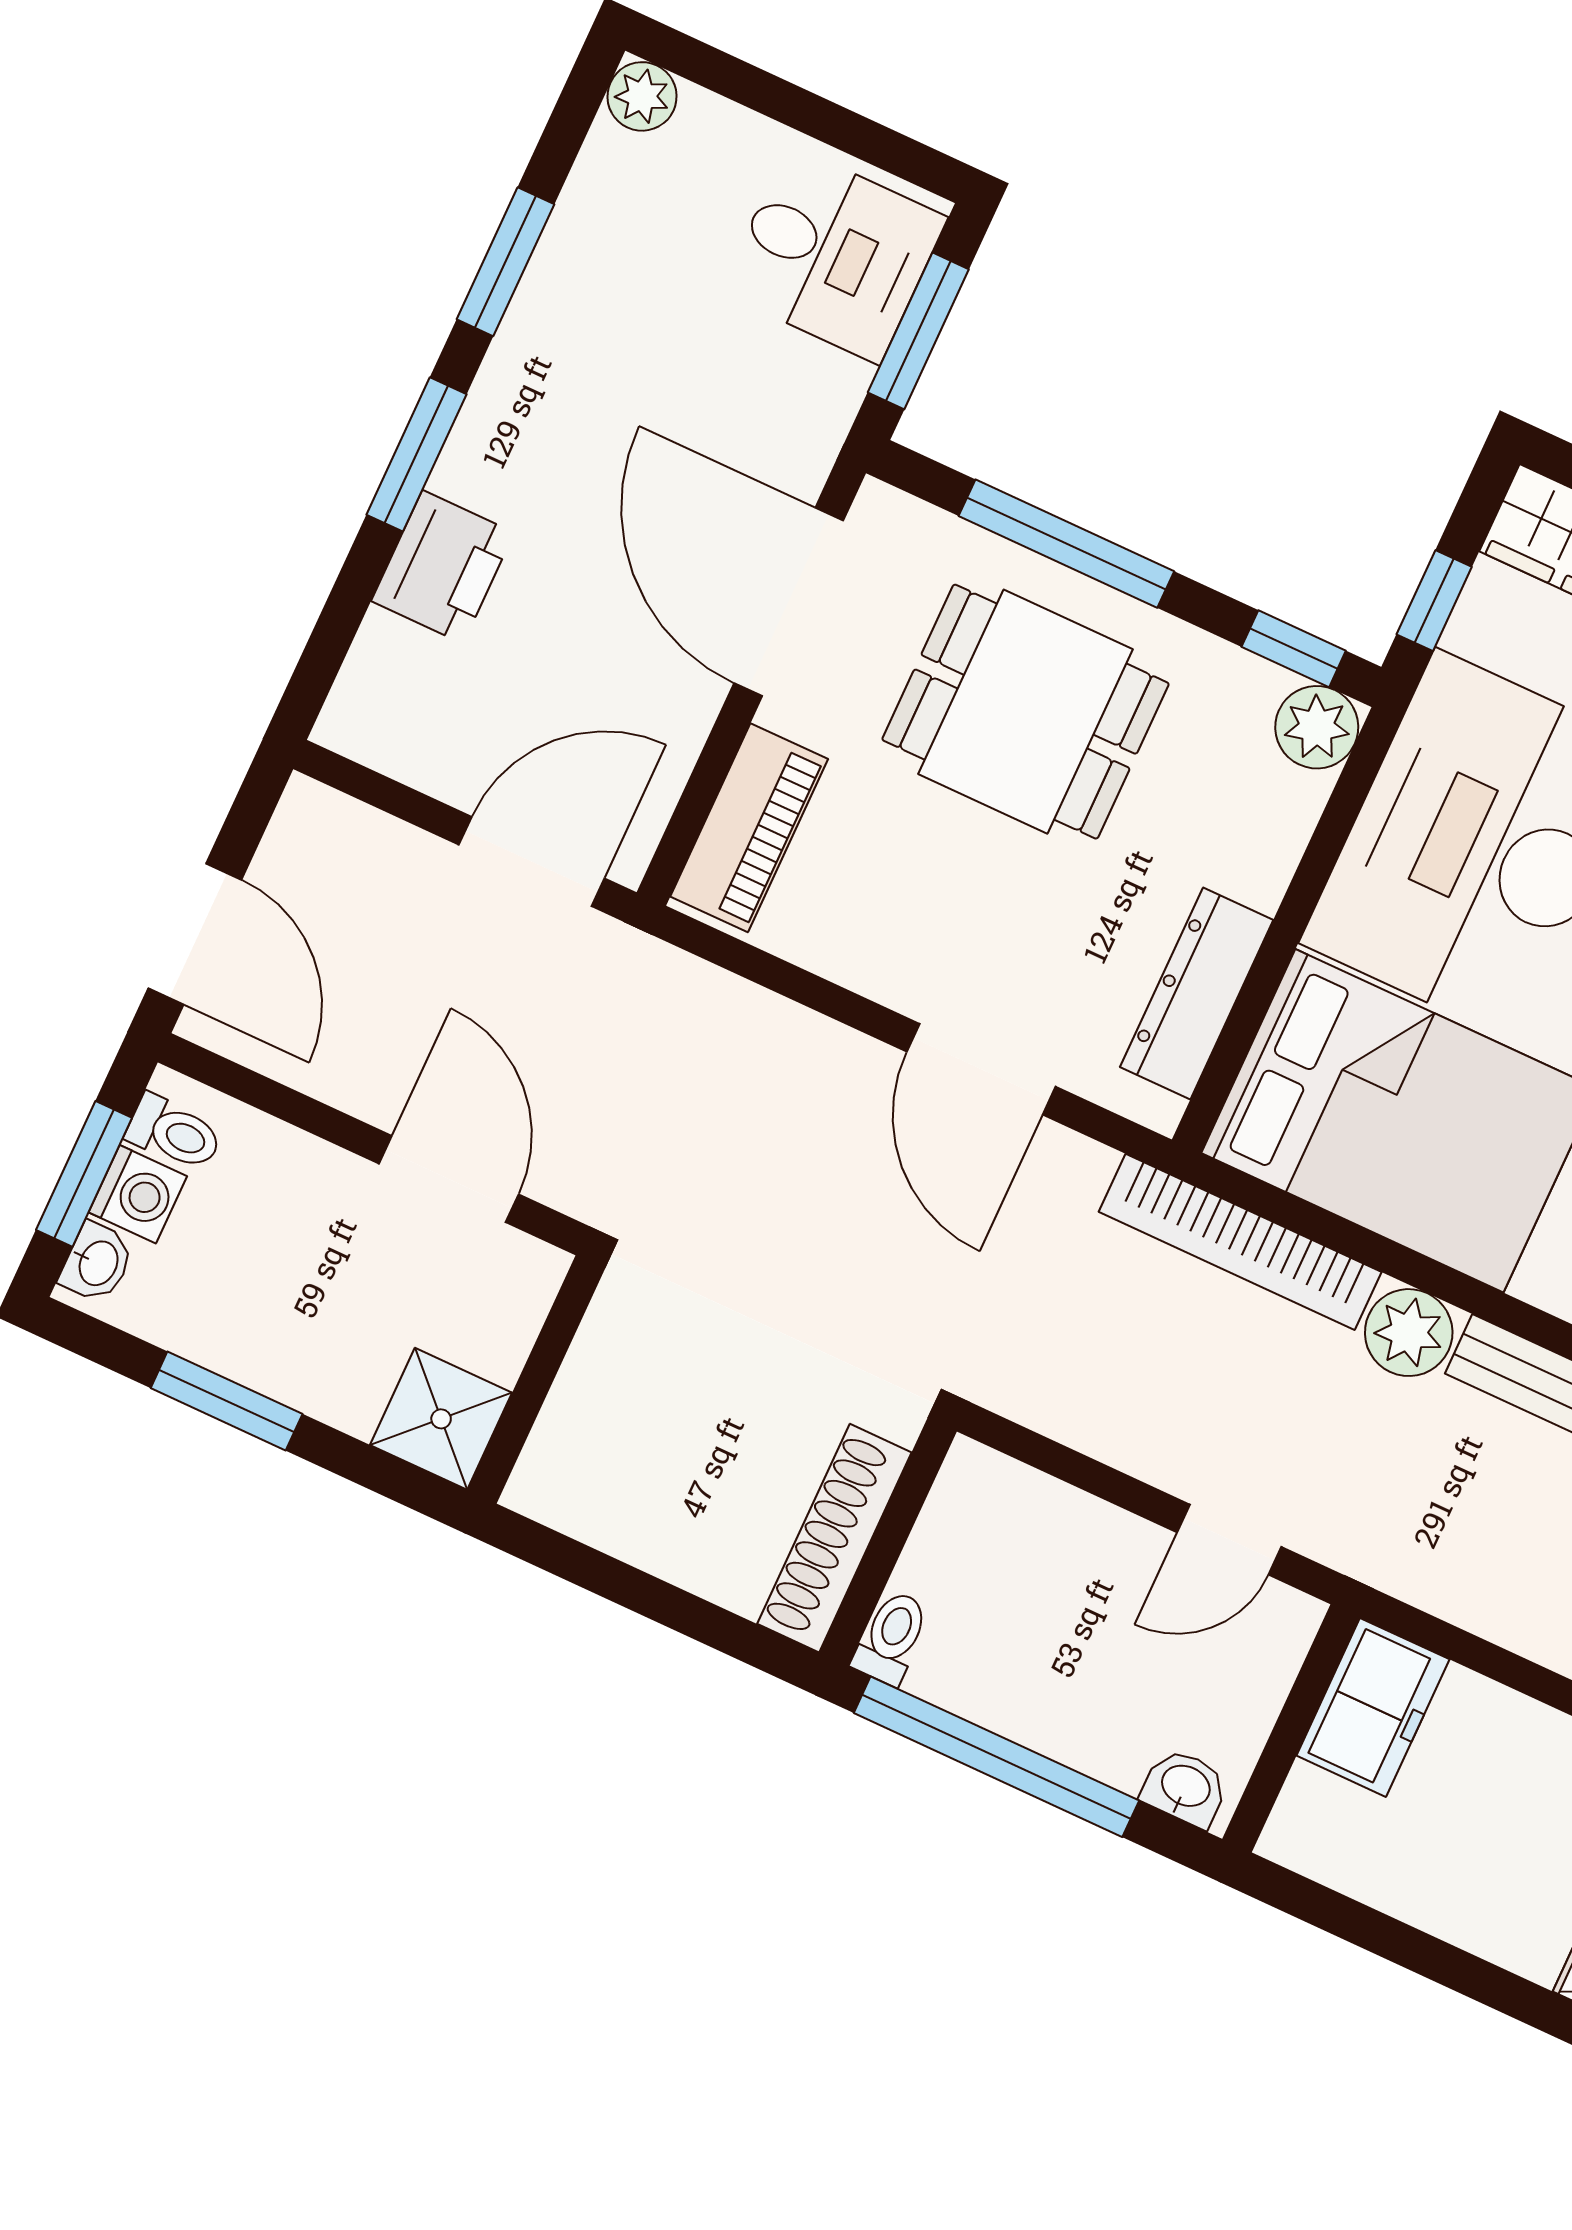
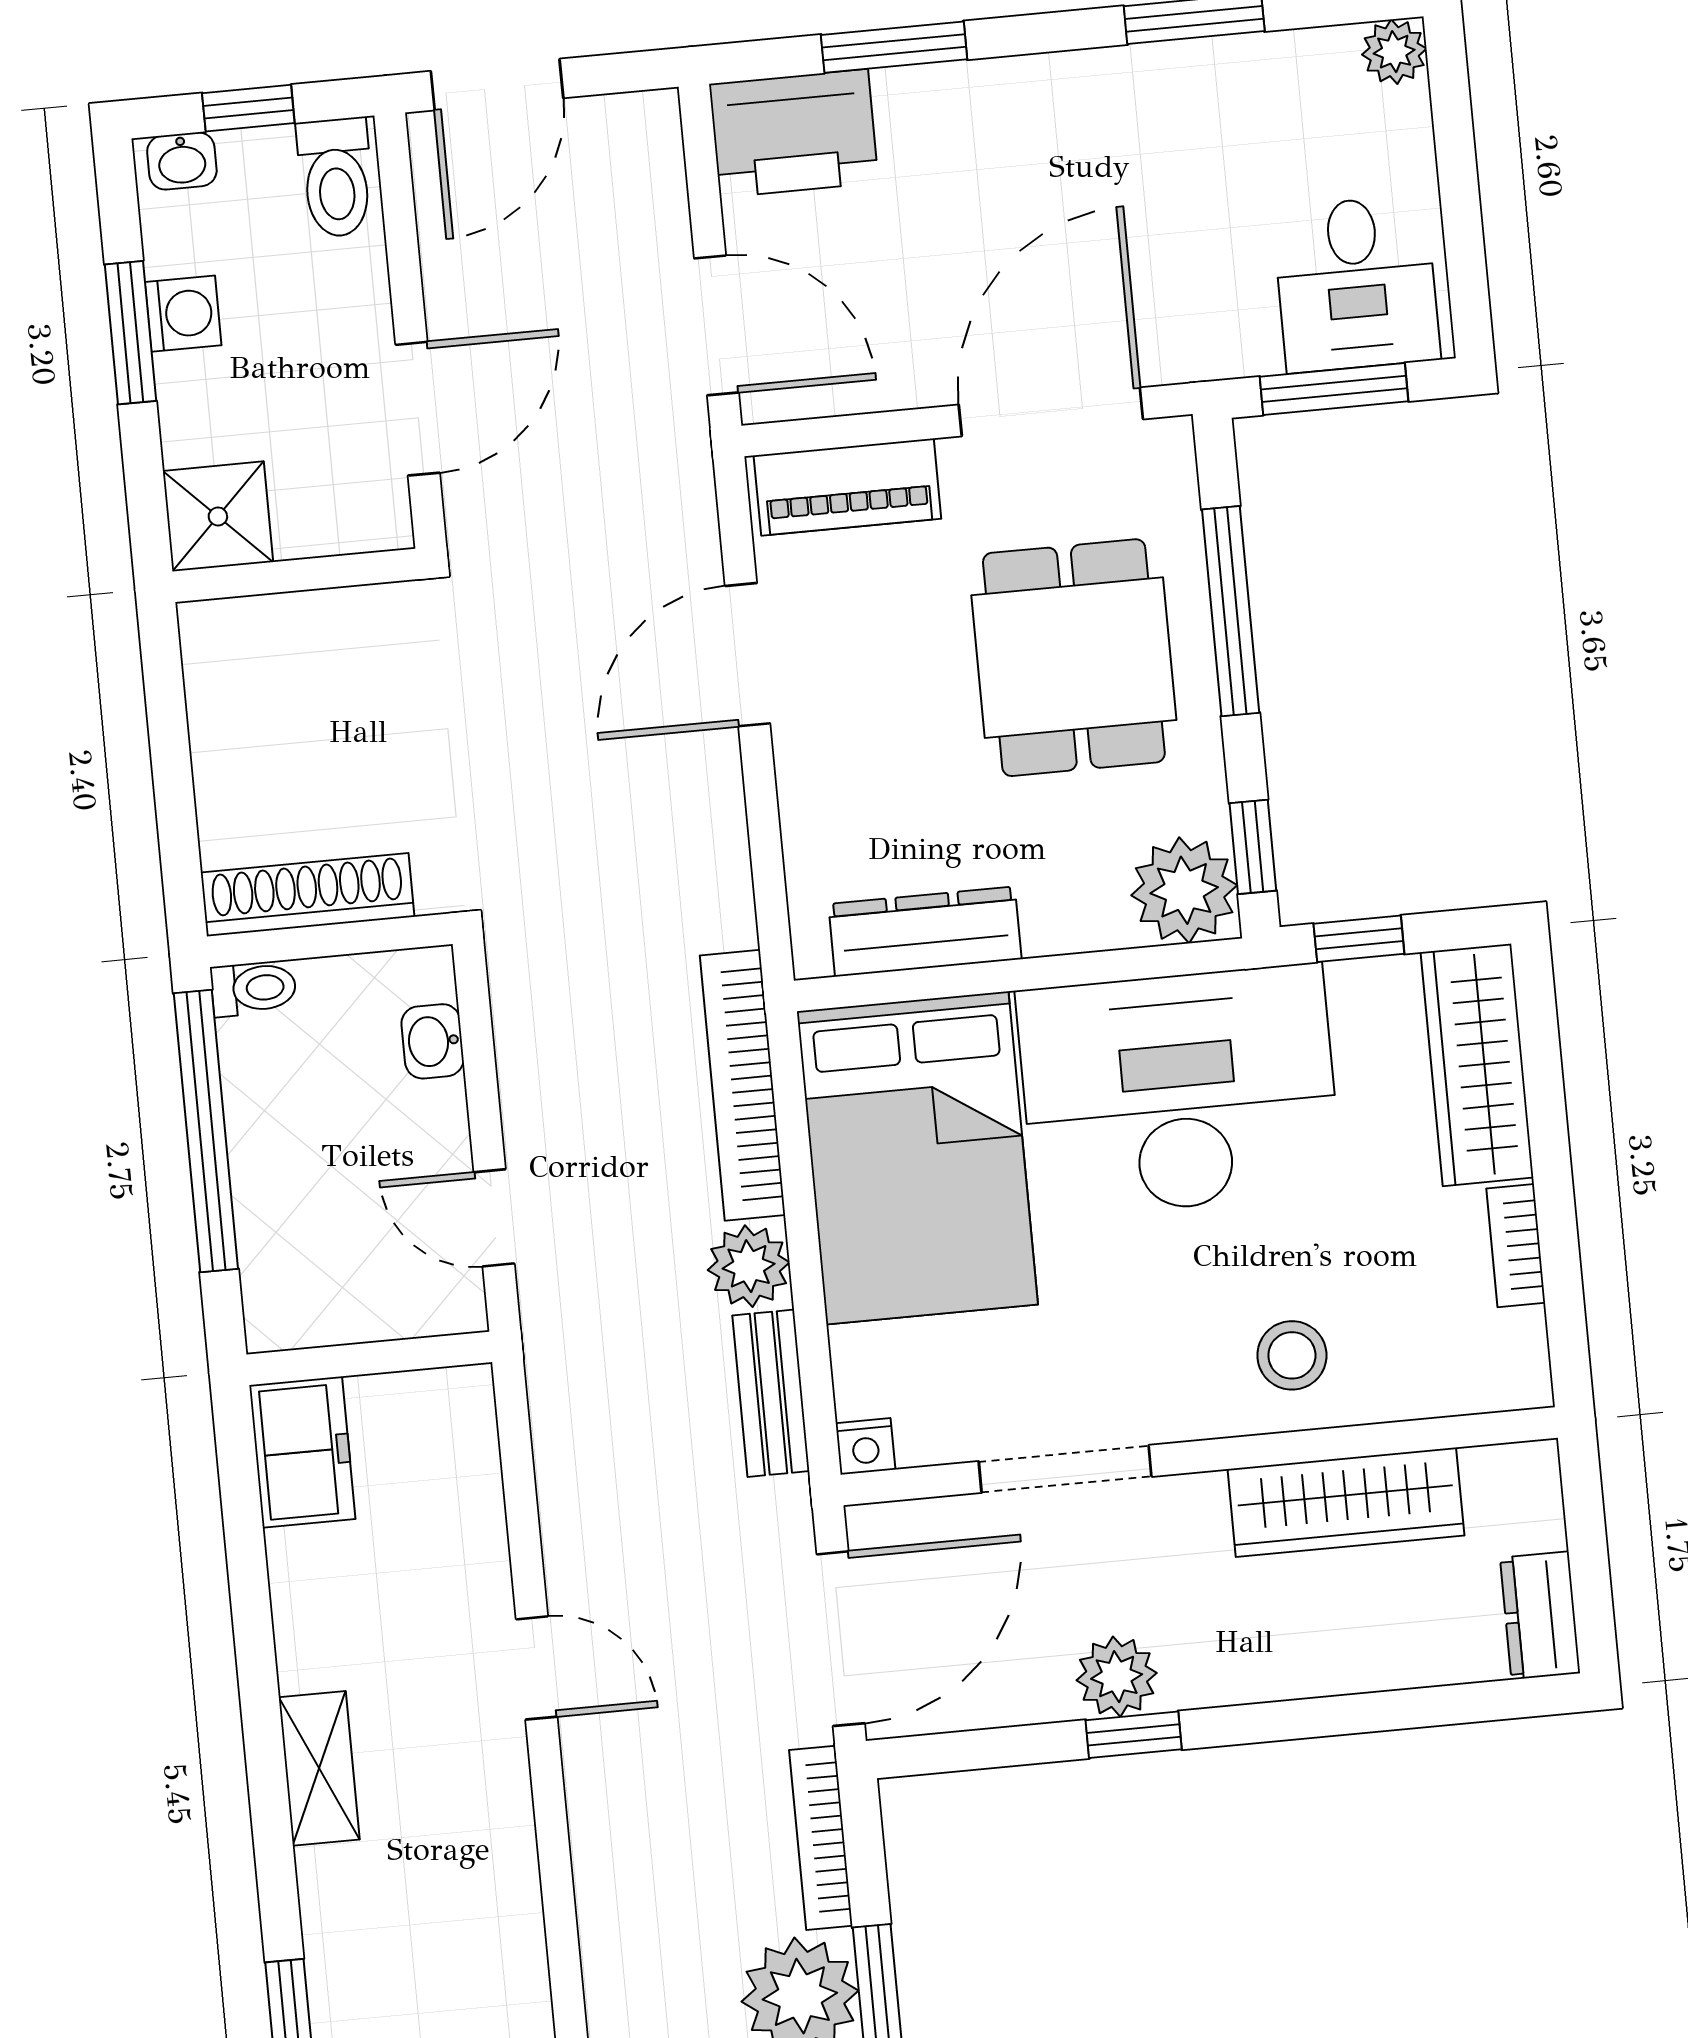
window: (416, 454) -> (894, 47), moved
printer: (443, 567) -> (794, 133), moved, width x1.37, depth x1.19
plant: (1317, 727) -> (1184, 890), width x1.36, depth x1.36
door: (981, 1069) -> (748, 655), moved
toilet: (174, 1133) -> (336, 178), width x1.37, depth x1.39
window: (84, 1174) -> (248, 108), width x0.67
washing machine: (138, 1194) -> (183, 314), moved, turned -90
freezer: (1373, 1707) -> (302, 1452), moved, turned -90
washbasin: (1185, 1788) -> (433, 1041), moved, turned 180

